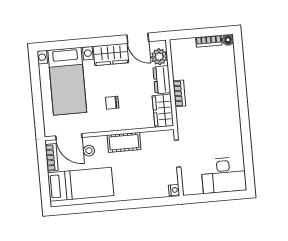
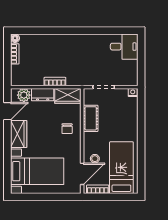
chair: (112, 103) -> (67, 129), moved
cot: (124, 142) -> (91, 118), moved
desk: (224, 175) -> (124, 47), width x0.73

